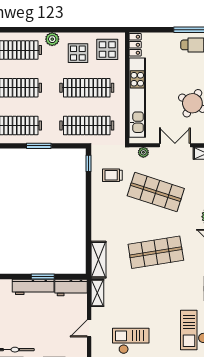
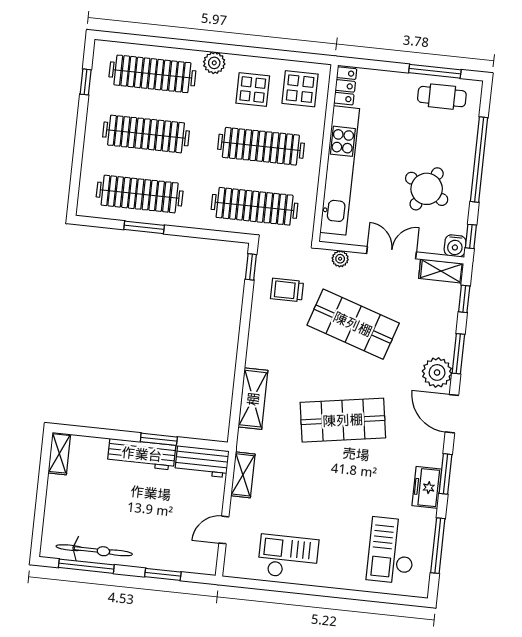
window: (39, 146) -> (144, 227), moved
shelving: (99, 260) -> (253, 399), moved

